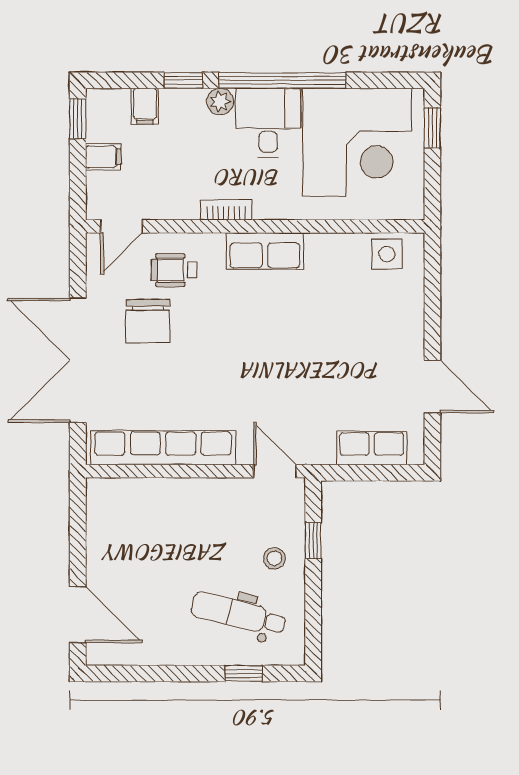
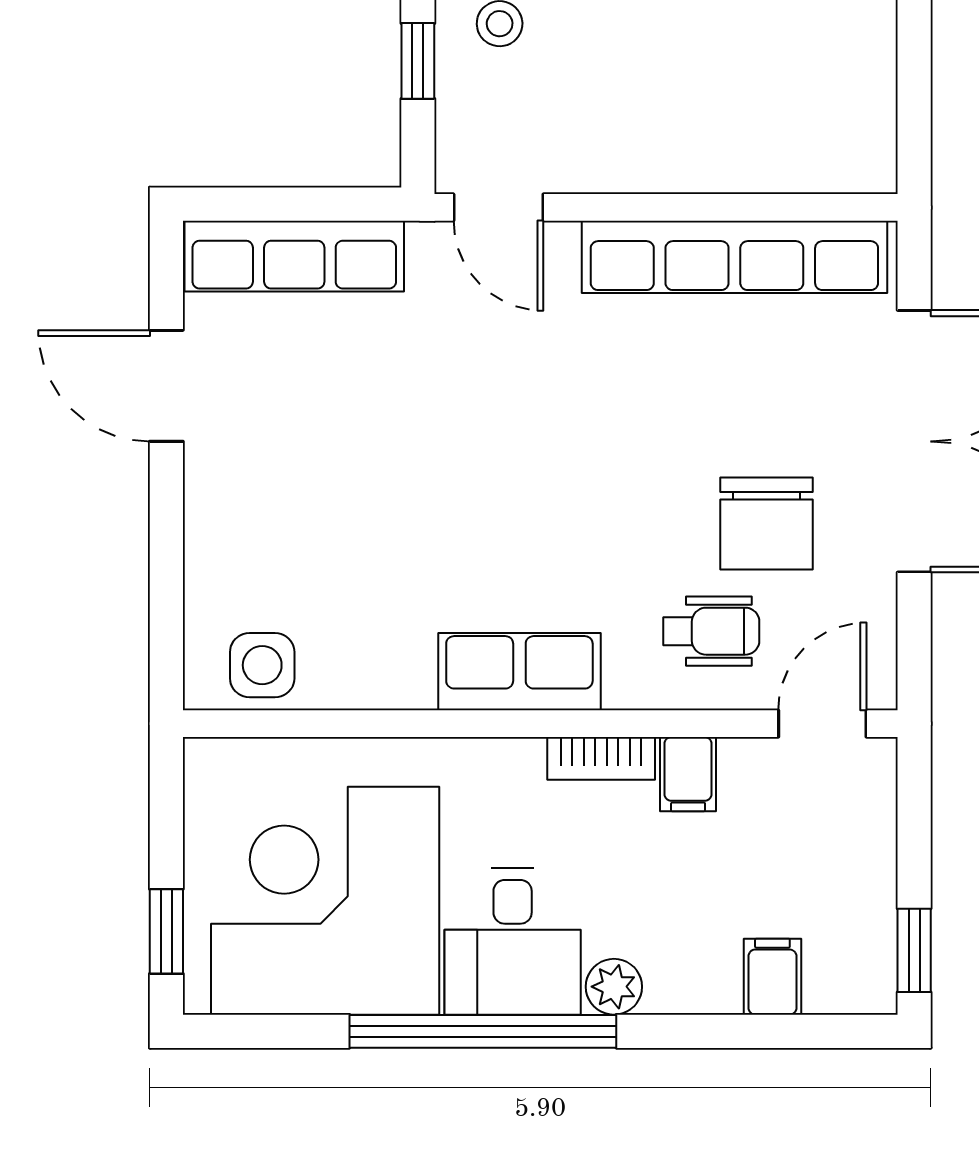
window: (183, 80) -> (692, 1031), removed
filing cabinet: (103, 157) -> (688, 774), moved, turned -90
chair: (148, 321) -> (766, 523), turned 180
row of seats: (372, 448) -> (294, 256), width x1.48

